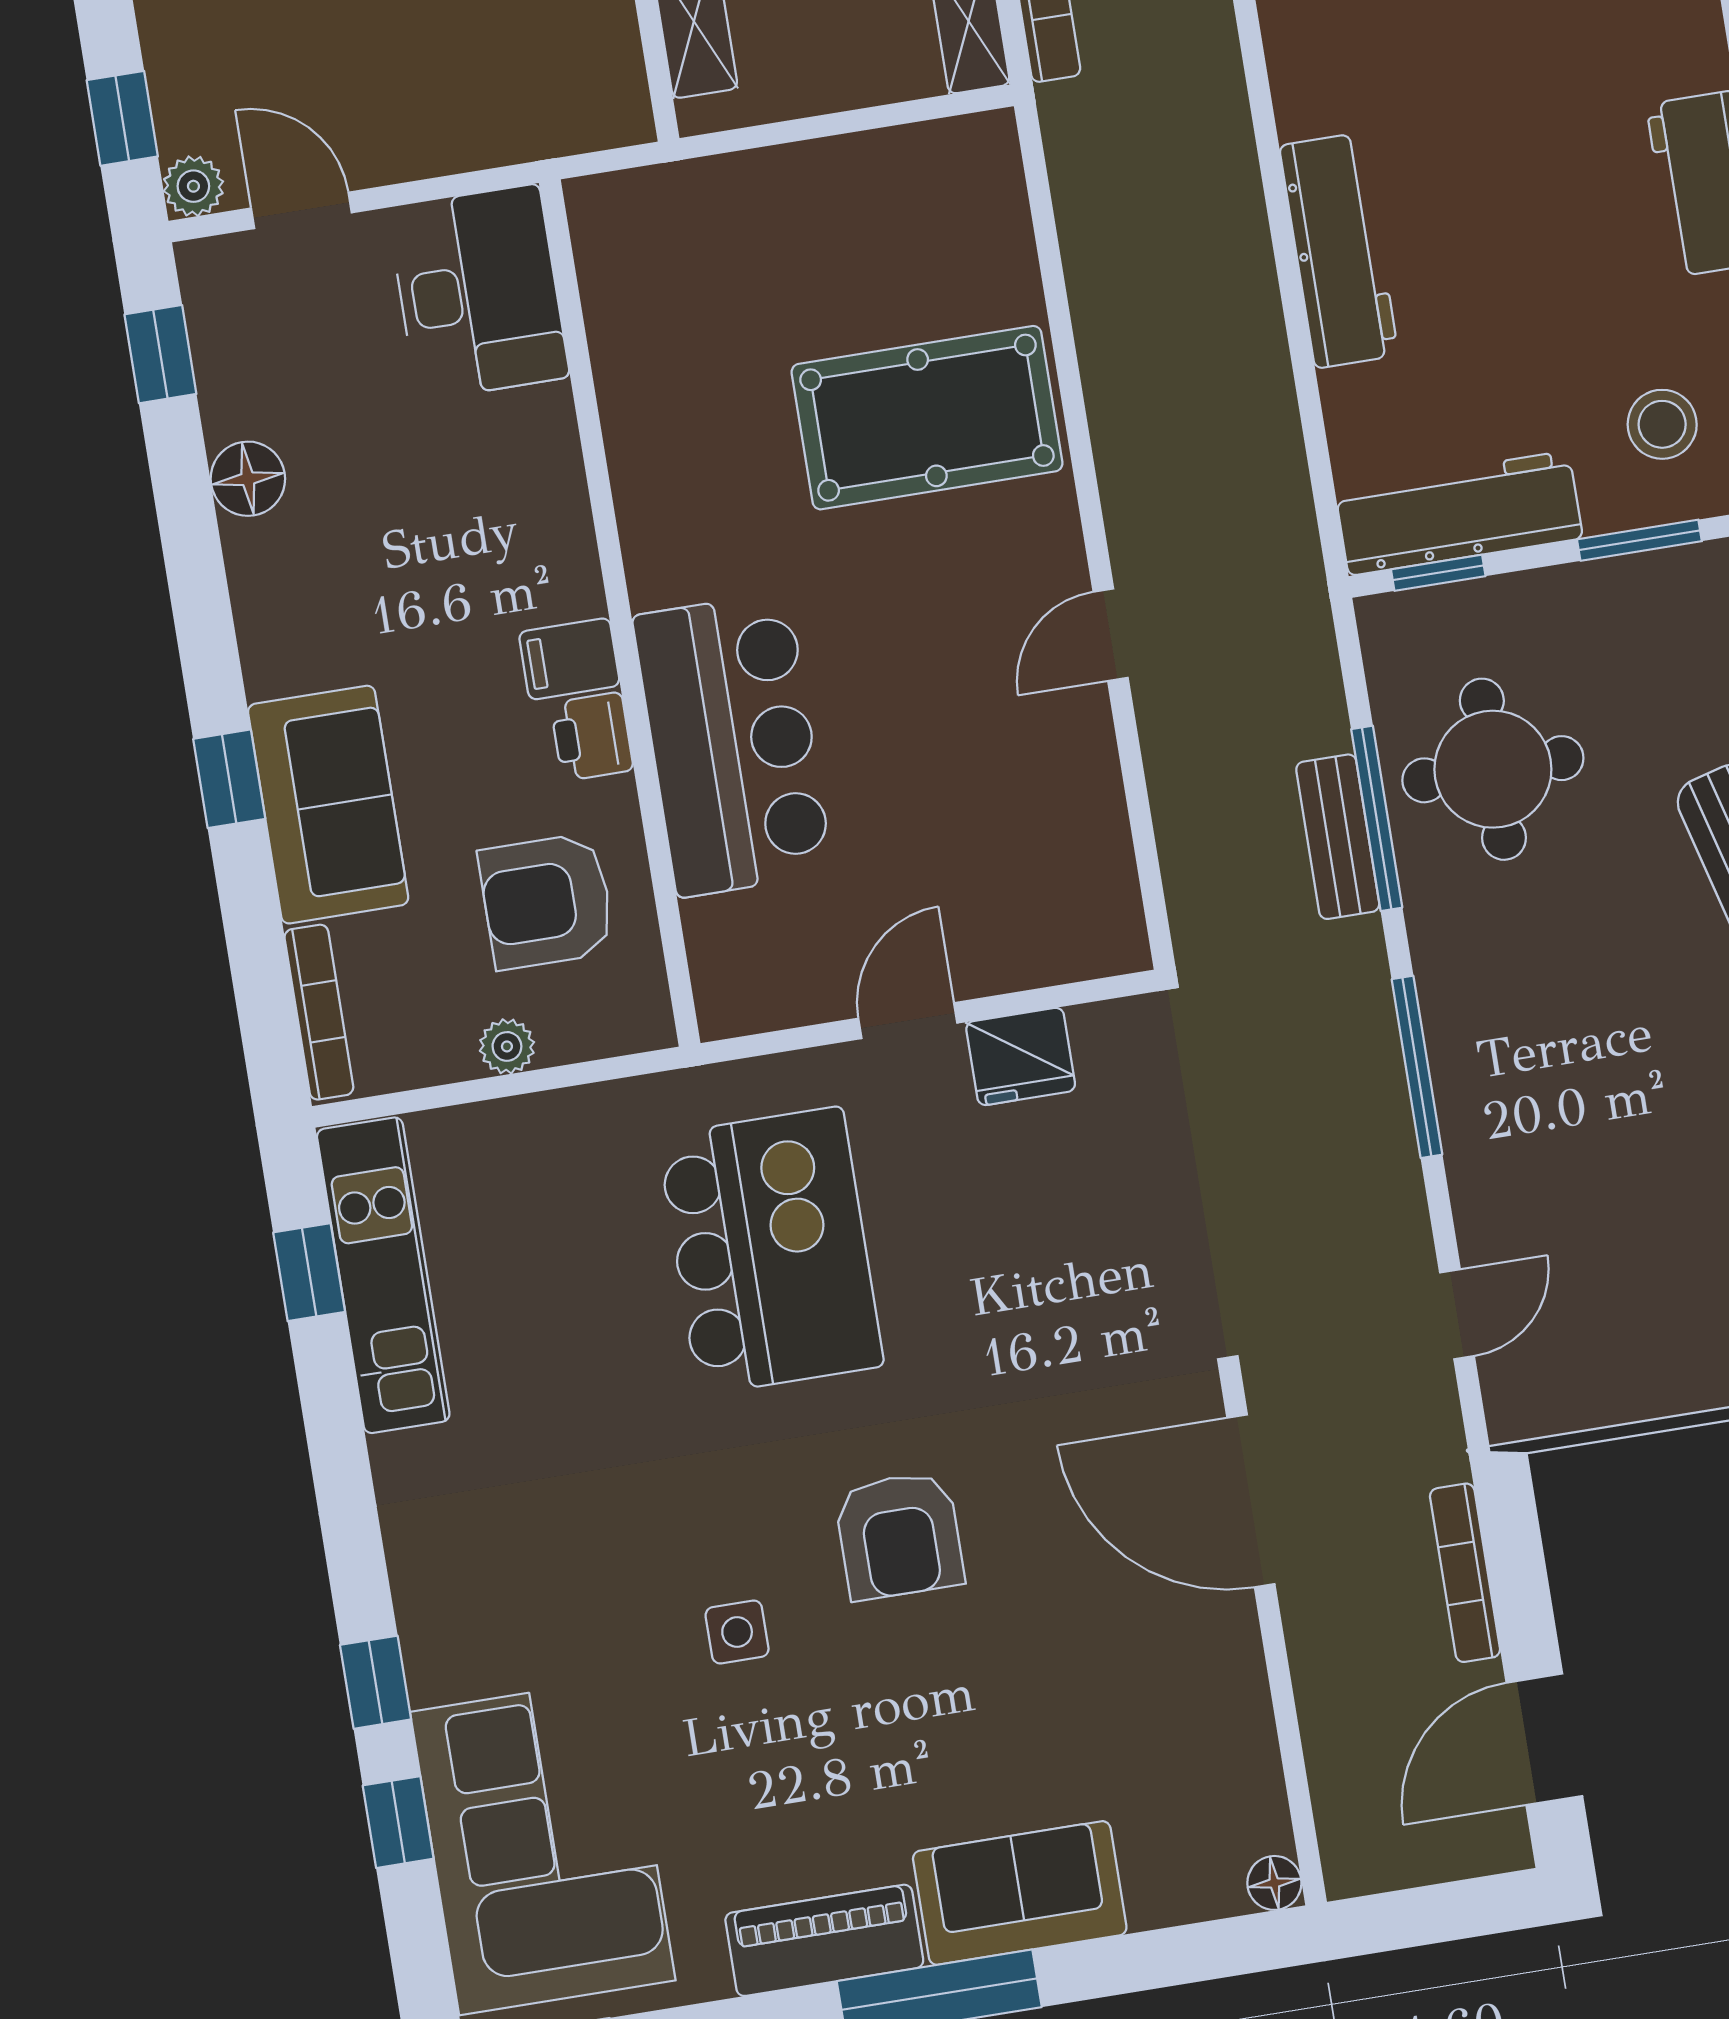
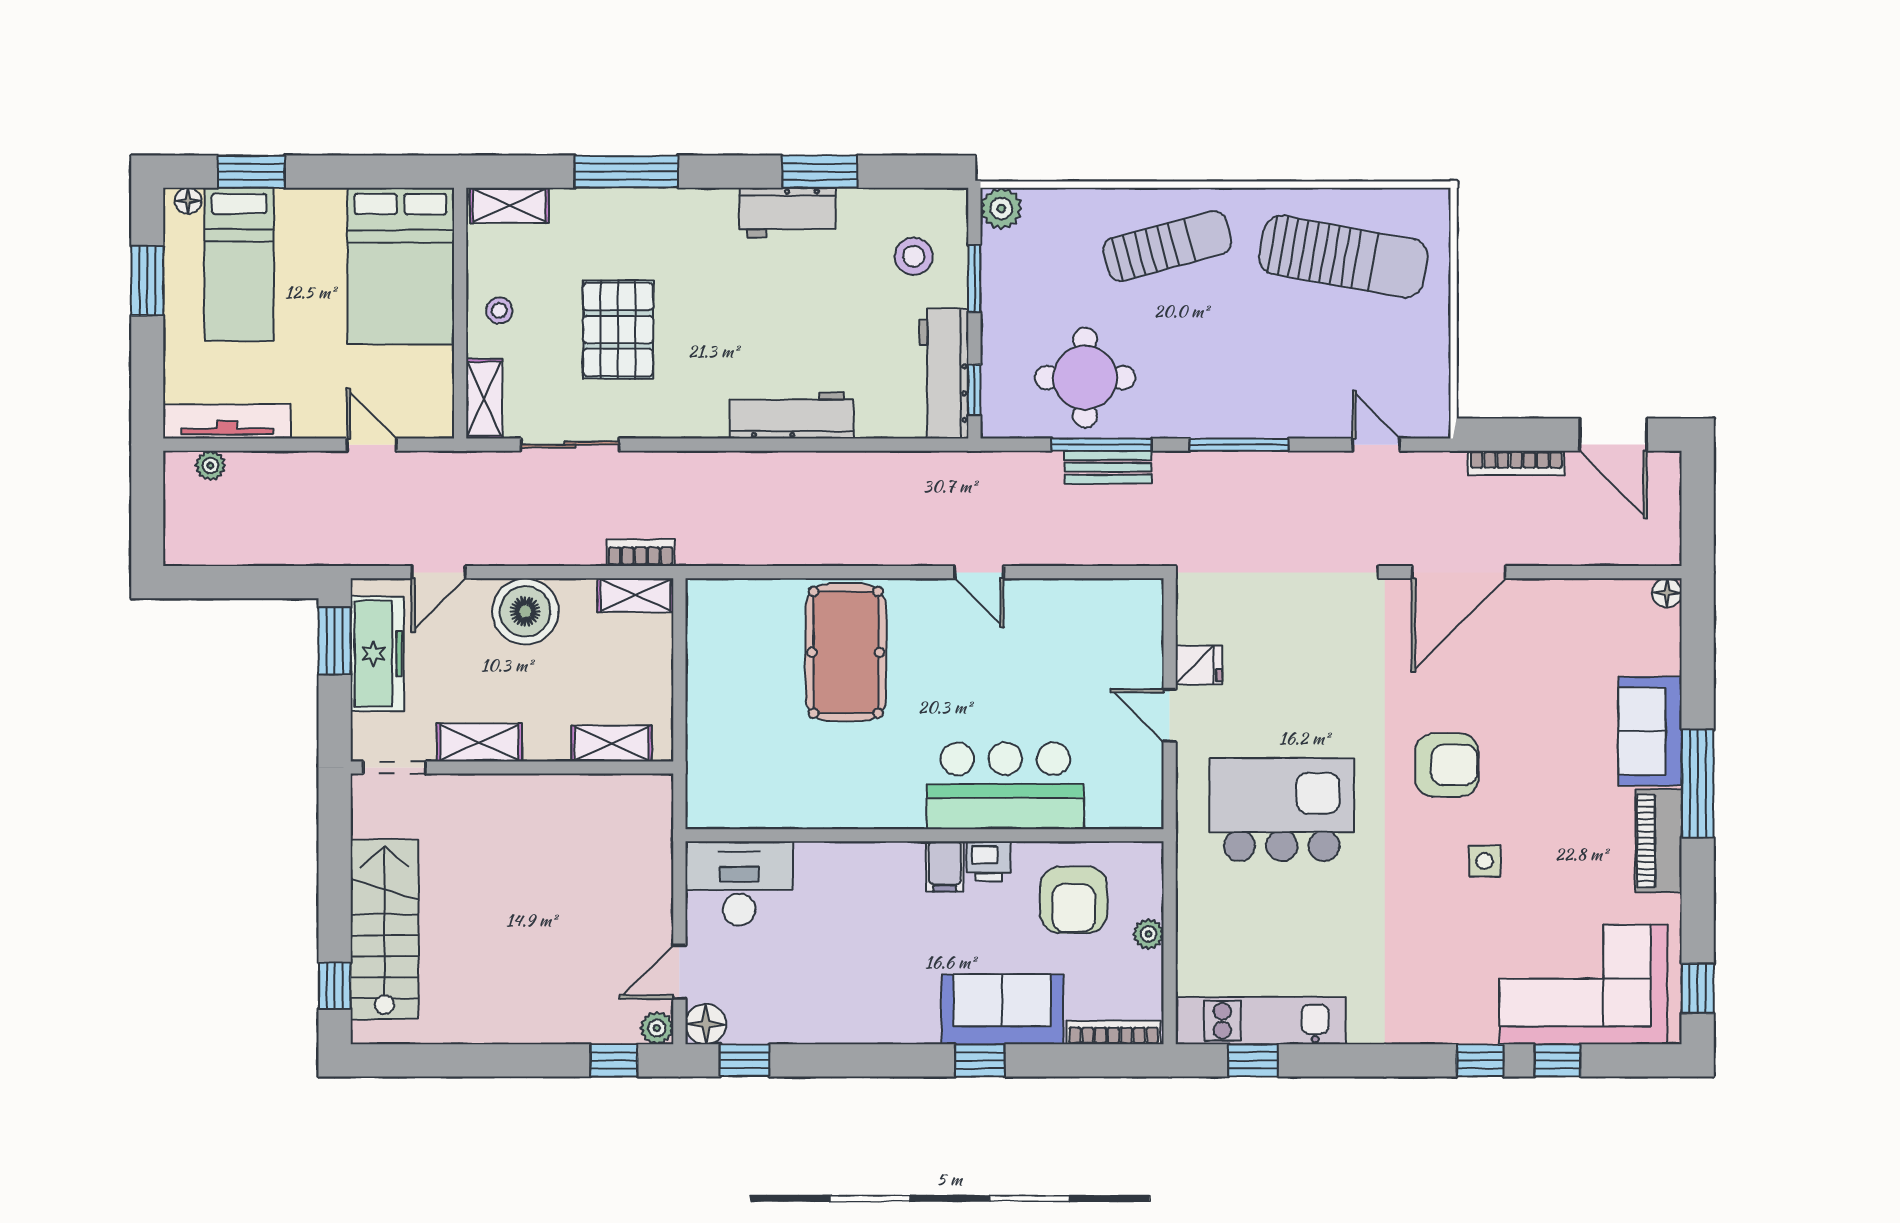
floor lamp: (248, 479) -> (706, 1024), moved
fridge: (1021, 1056) -> (1199, 665), width x0.72

